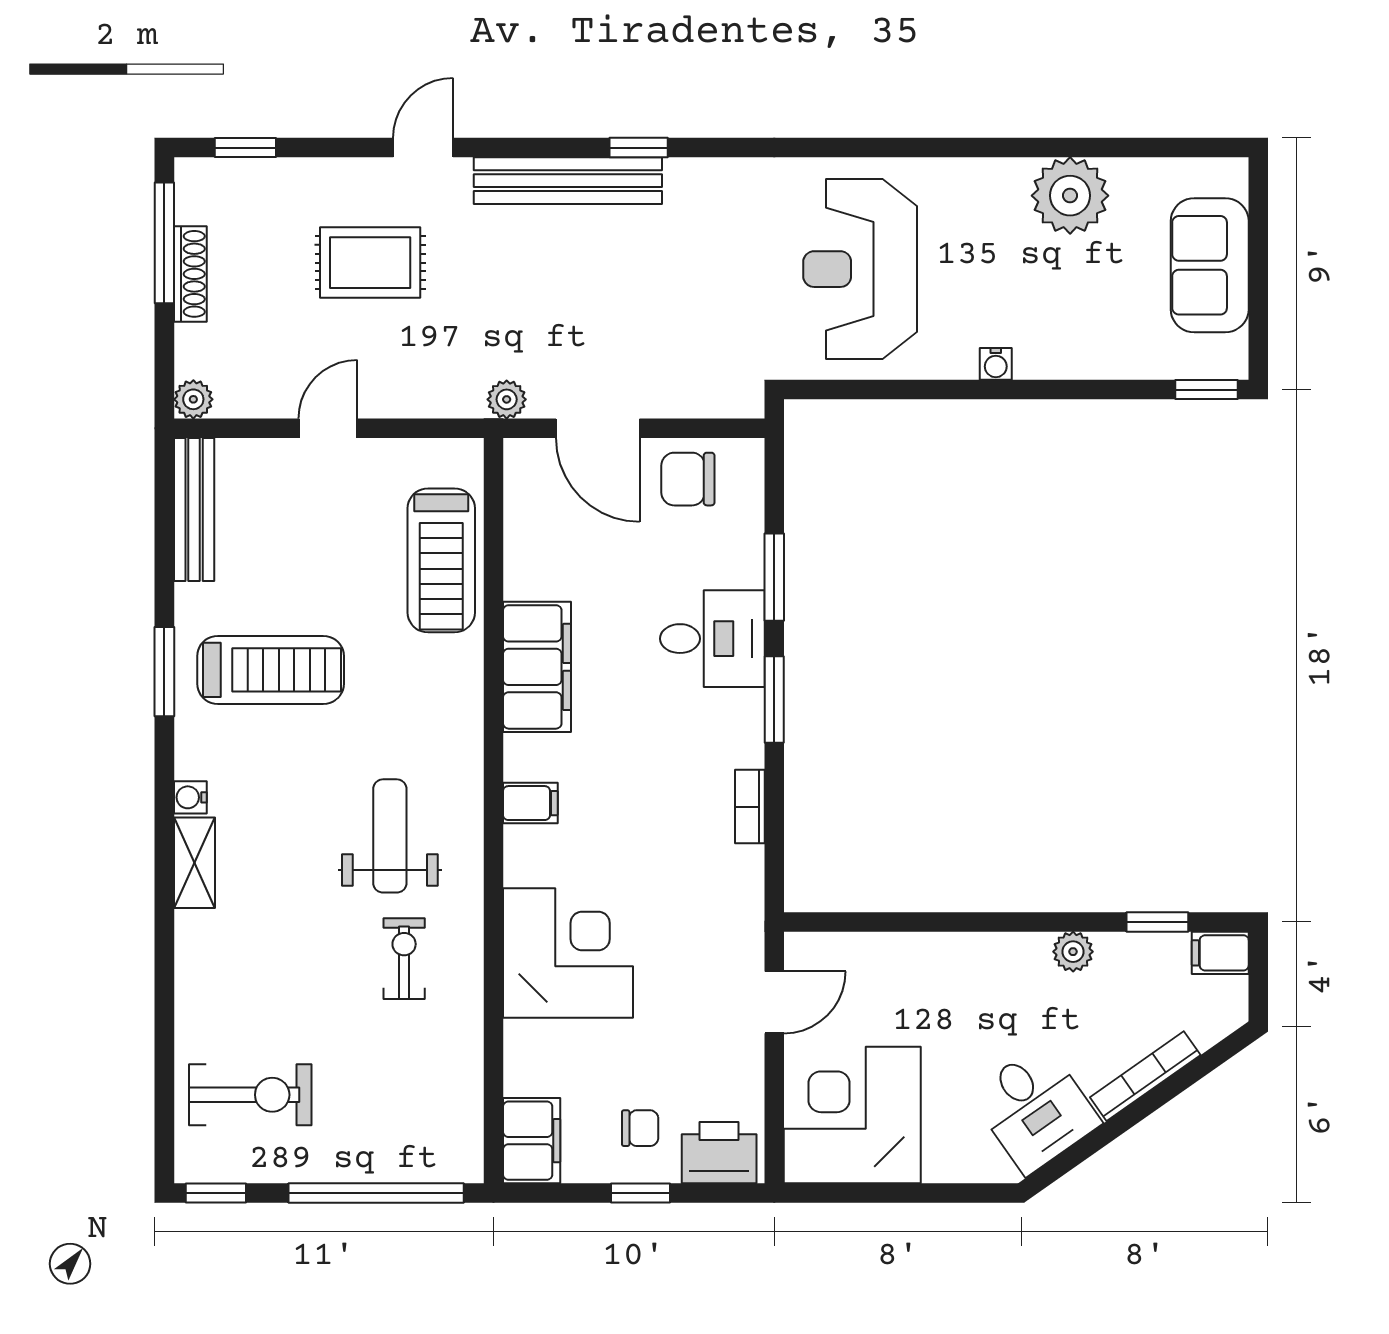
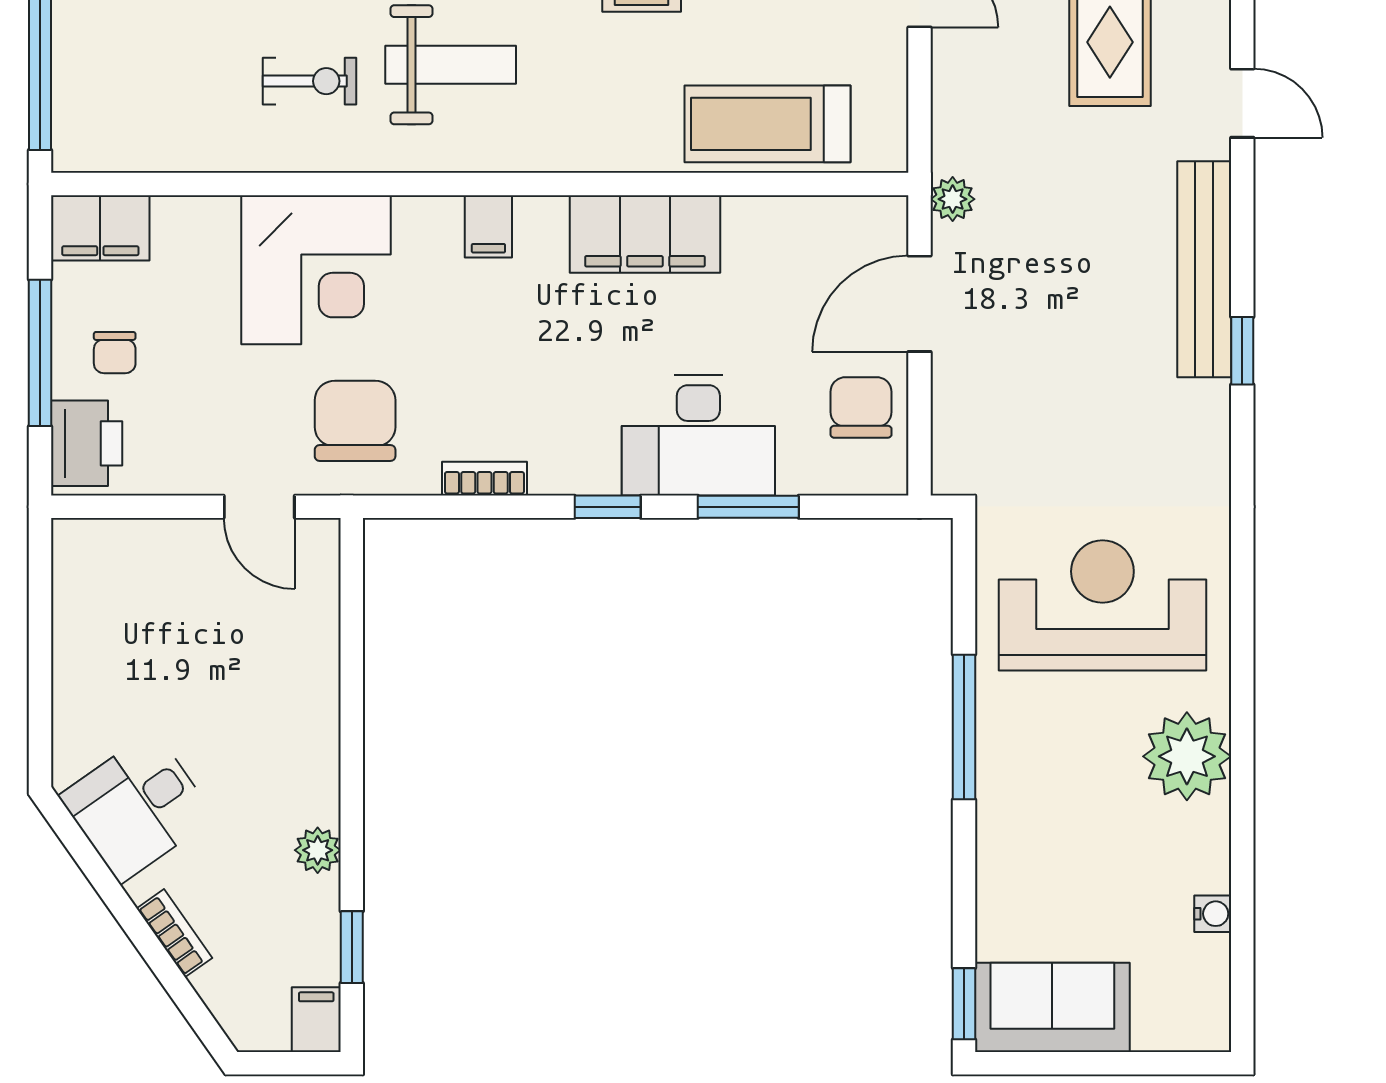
plant: (1070, 196) -> (1187, 756), moved
sofa: (1210, 265) -> (1052, 1007), moved
water cooler: (996, 364) -> (1213, 914), moved, turned 180
window: (966, 390) -> (964, 727), added
desk: (712, 639) -> (698, 435), width x1.37
window: (774, 699) -> (608, 507), width x0.67
chair: (700, 919) -> (355, 421), added
bookcase: (1145, 1076) -> (174, 933), width x0.64
corner desk: (852, 1115) -> (130, 596), removed
window: (641, 1193) -> (40, 353), width x2.17

